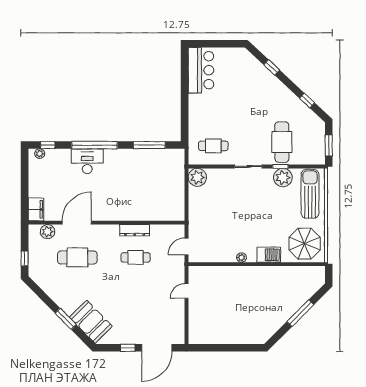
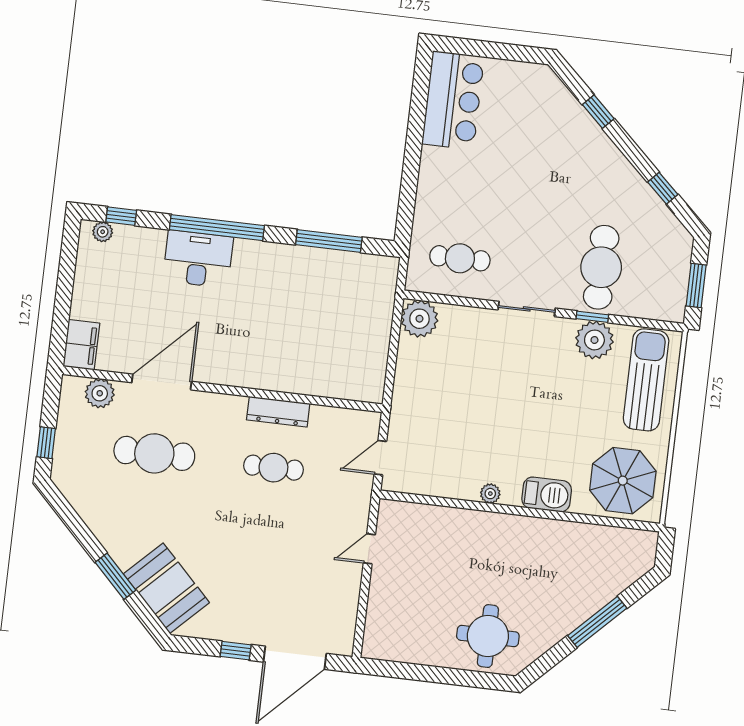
round table: (249, 326) -> (488, 636), added

